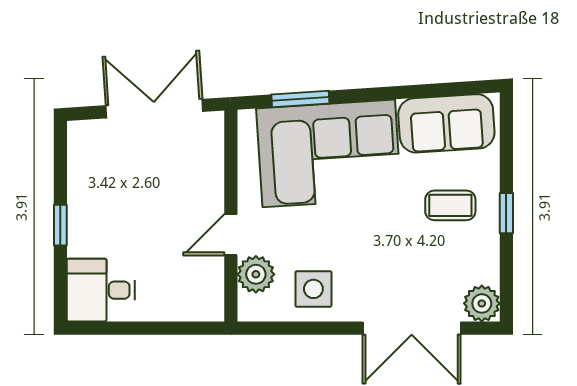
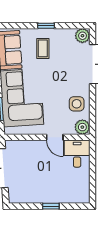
plant: (256, 274) -> (82, 127), moved
desk: (101, 290) -> (77, 154), moved, turned 180

